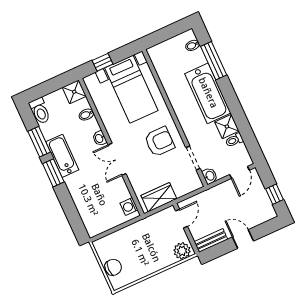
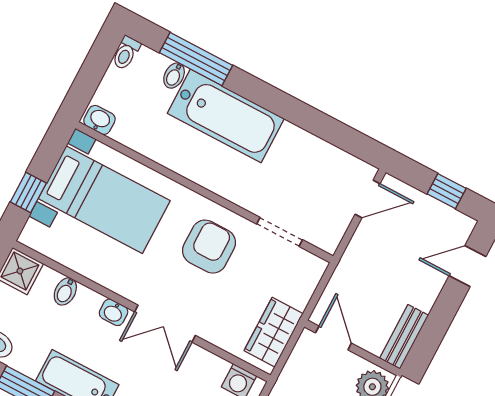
bidet: (192, 45) -> (174, 76), moved
shower: (227, 126) -> (294, 144), removed
toilet: (234, 140) -> (126, 53), moved
door: (240, 172) -> (367, 199), hinge flipped
washbasin: (210, 176) -> (99, 120), moved
door: (243, 239) -> (467, 266), moved

